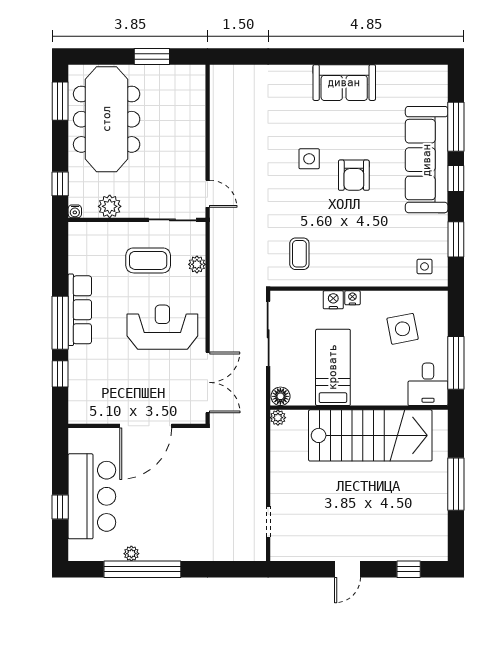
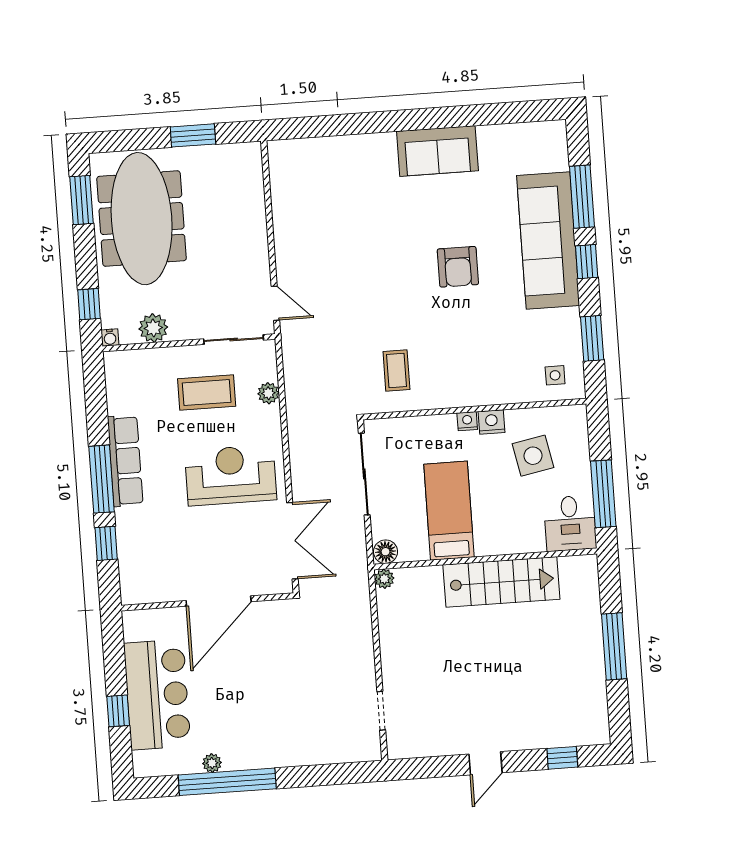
side table: (309, 159) -> (400, 250), removed
nightstand: (333, 300) -> (492, 422), moved
stairs: (370, 435) -> (501, 582), width x0.73, depth x0.66

